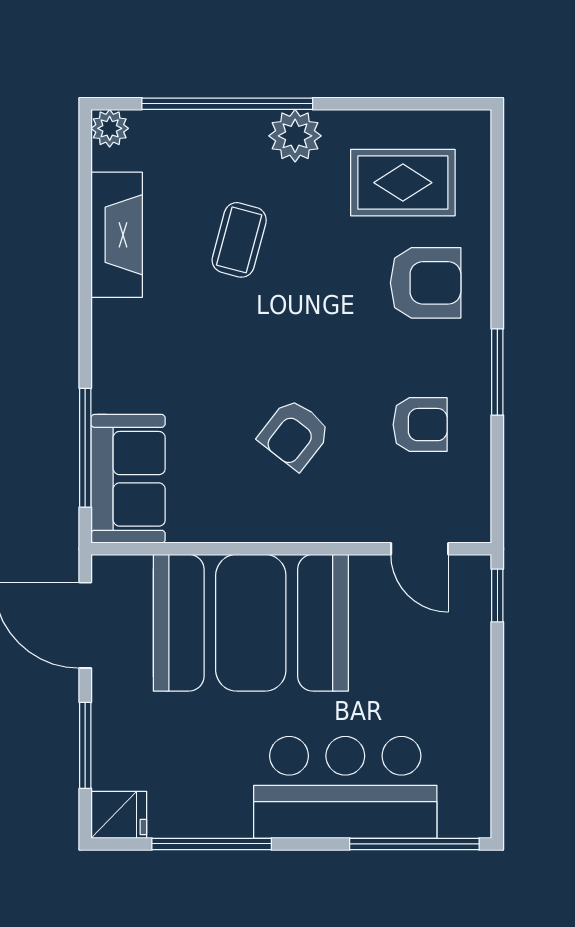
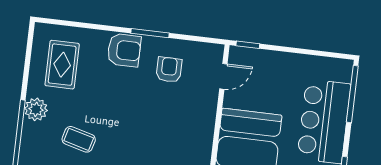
armchair: (426, 283) -> (124, 50), moved, turned 90
armchair: (295, 434) -> (167, 125), removed

